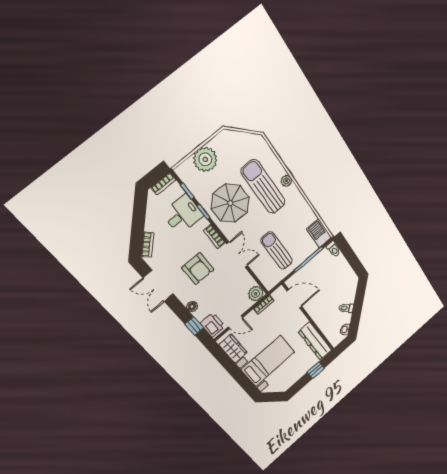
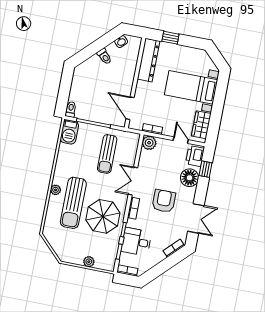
plant: (205, 159) -> (89, 262), width x0.53, depth x0.53
floor lamp: (192, 307) -> (189, 178), width x1.89, depth x1.89

